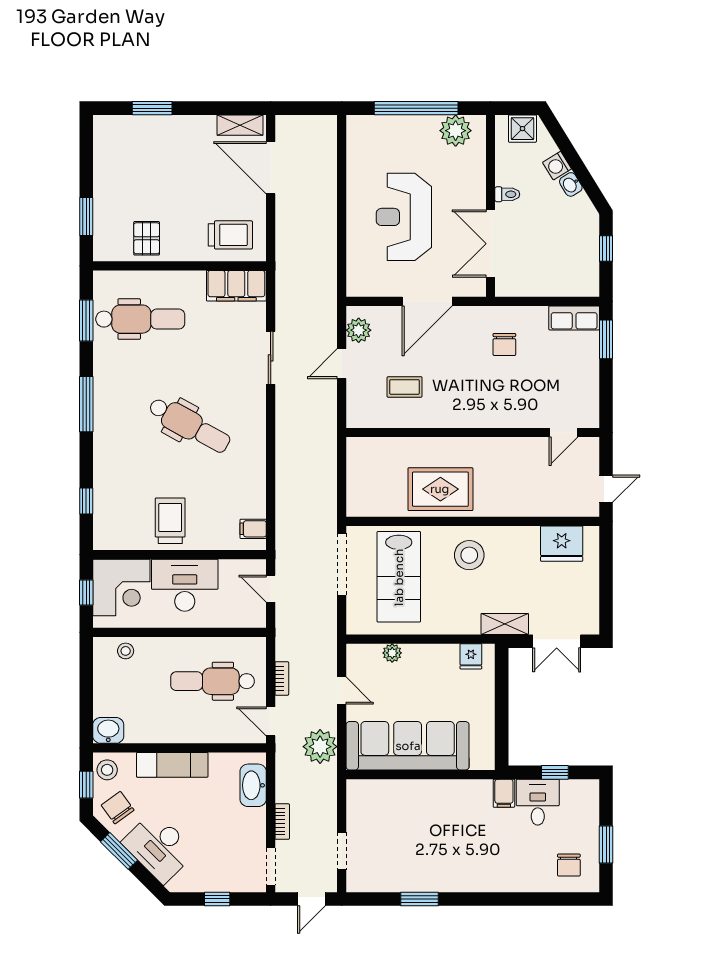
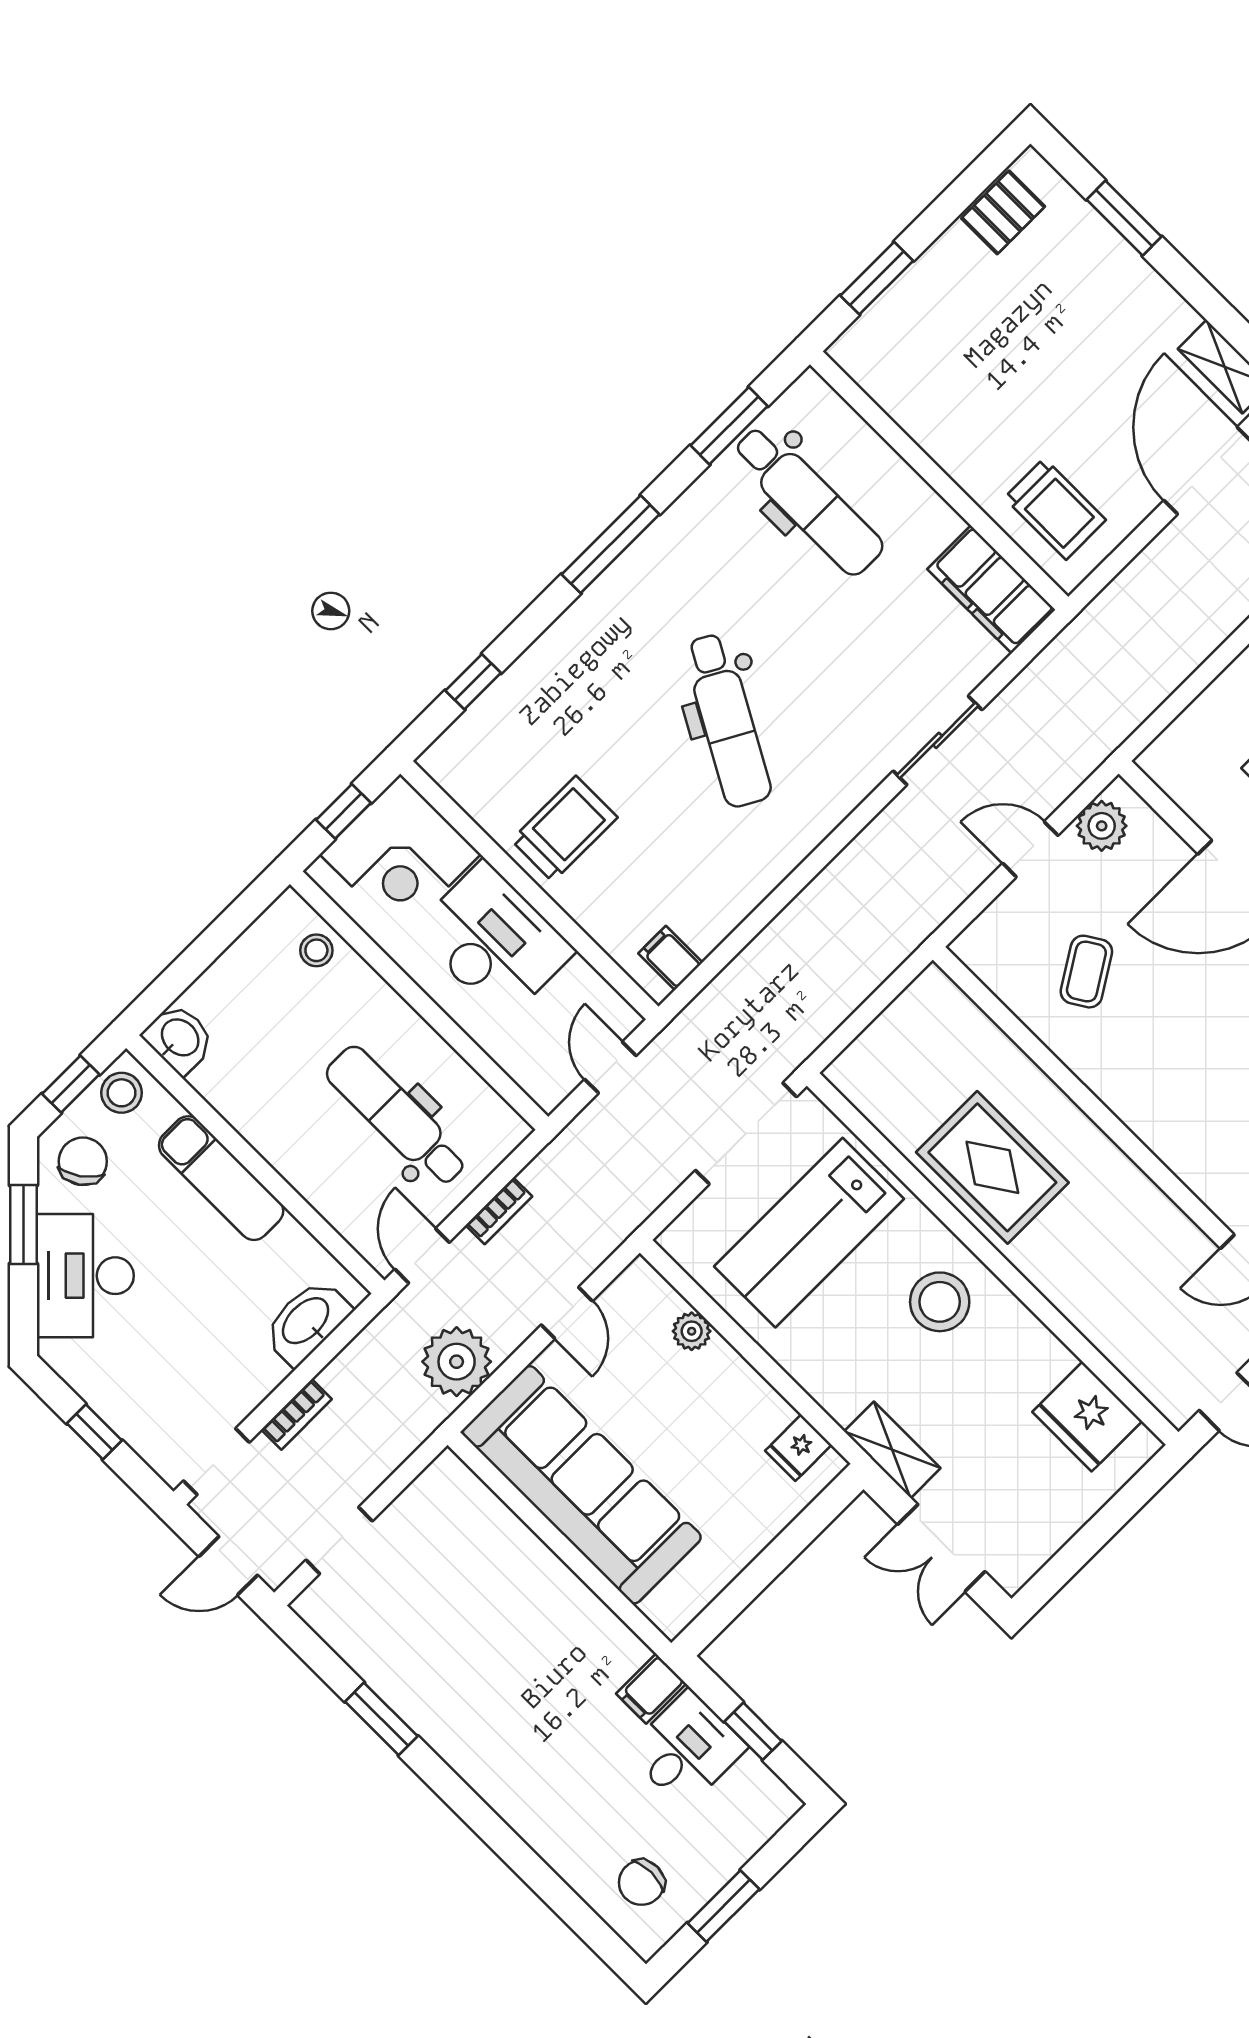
pallet: (147, 238) -> (1003, 212), moved
coffee table: (405, 387) -> (1086, 972), turned 58

